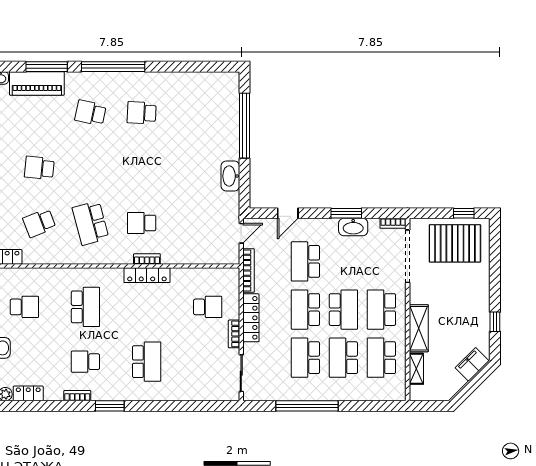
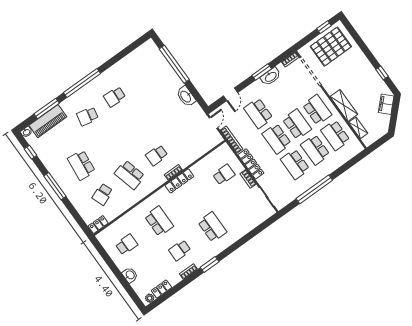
school desk: (39, 168) -> (81, 165), width x1.85
school desk: (381, 310) -> (317, 110), turned 180

